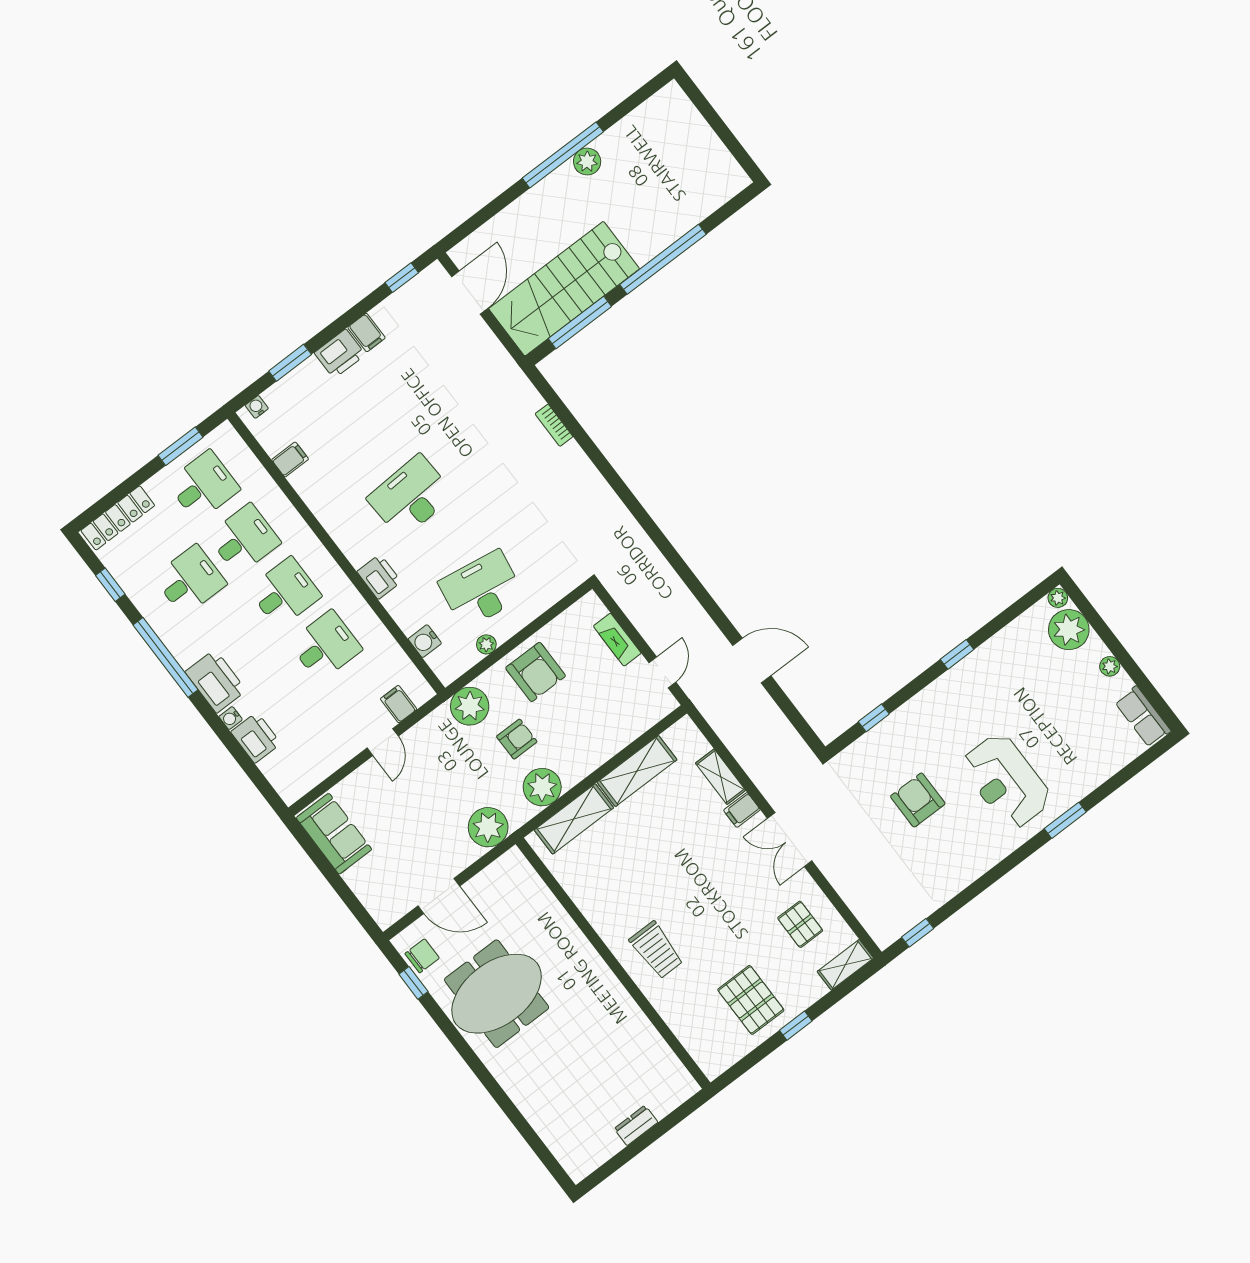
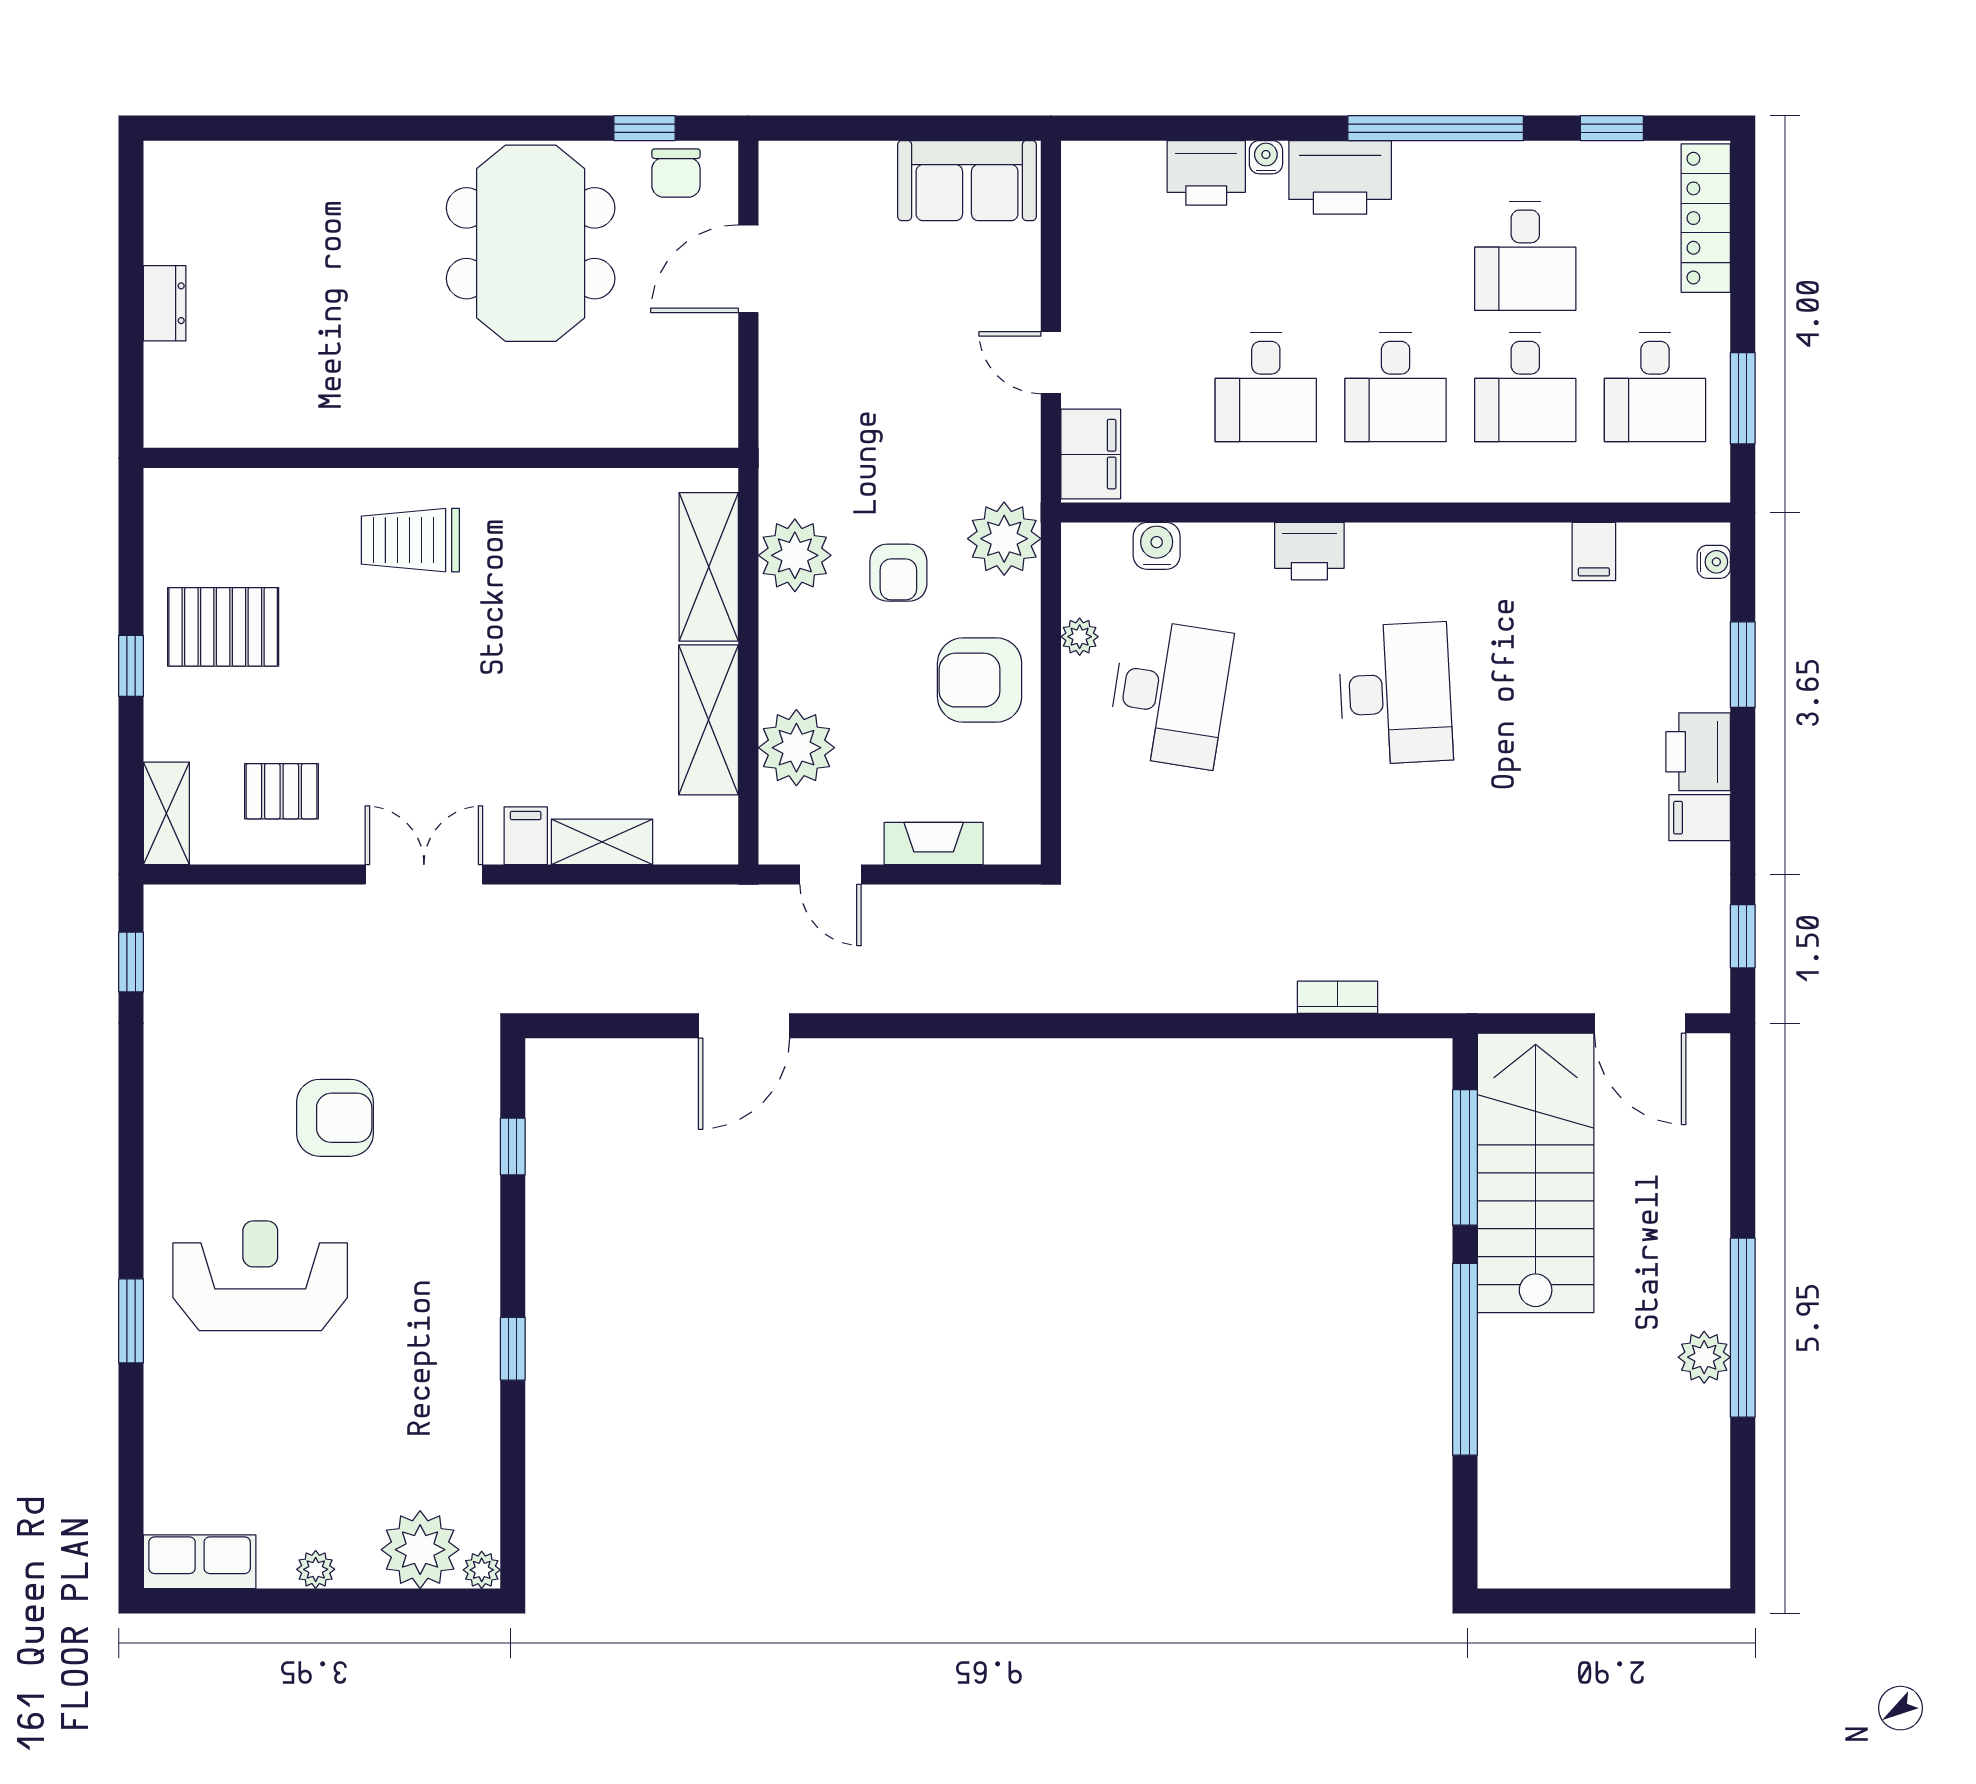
filing cabinet: (399, 704) -> (1091, 454), width x2.00
plant: (488, 827) -> (796, 748), moved

